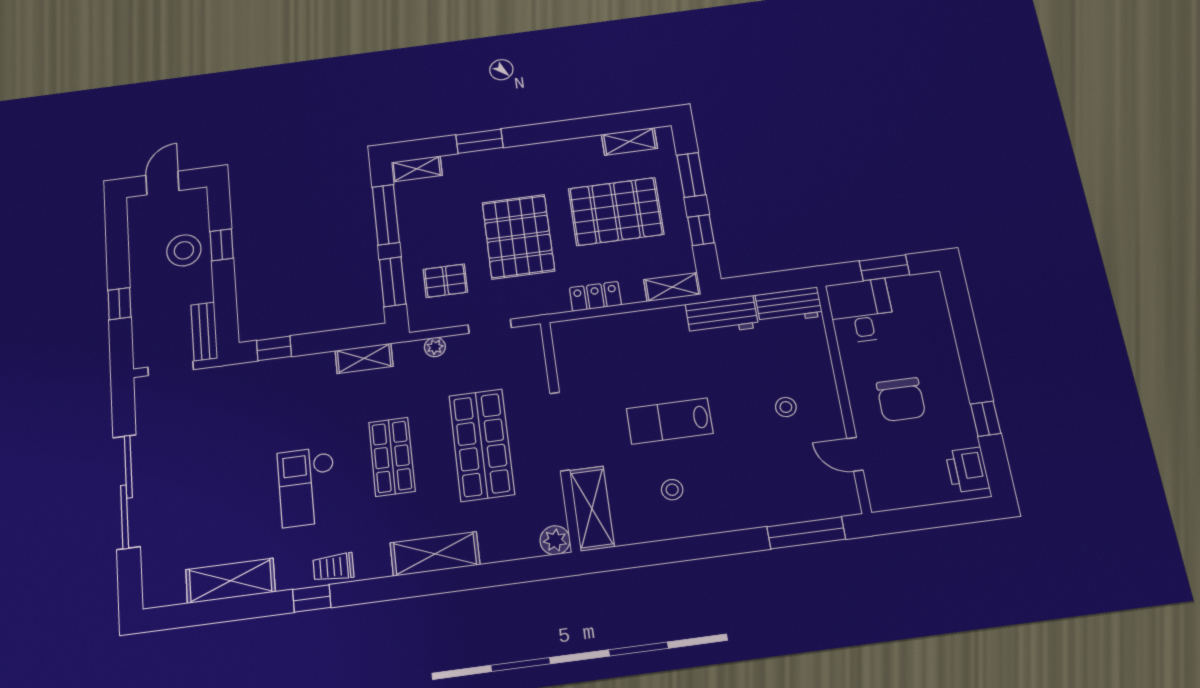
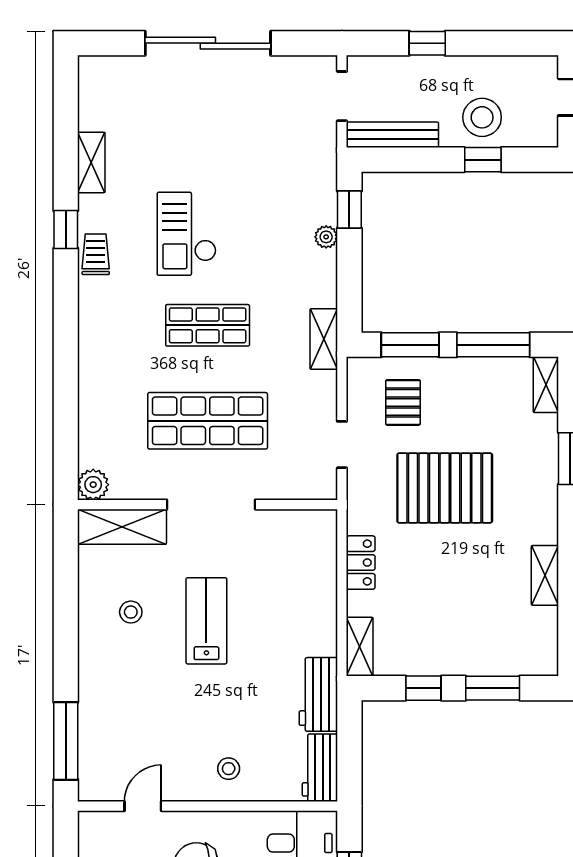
shelving: (629, 141) -> (545, 575), moved
pallet: (616, 211) -> (460, 599), removed
bench: (204, 332) -> (392, 135), width x1.36
plant: (435, 347) -> (326, 237), moved
shelving: (364, 358) -> (324, 339), moved
stool: (786, 407) -> (229, 769), moved
checkout: (307, 487) -> (187, 234), turned -90
shelving: (435, 554) -> (96, 360), removed
shelving: (230, 581) -> (91, 162), width x0.67, depth x0.75

